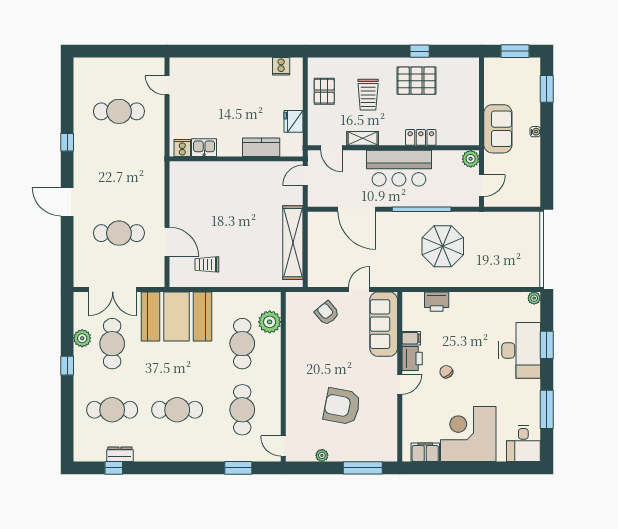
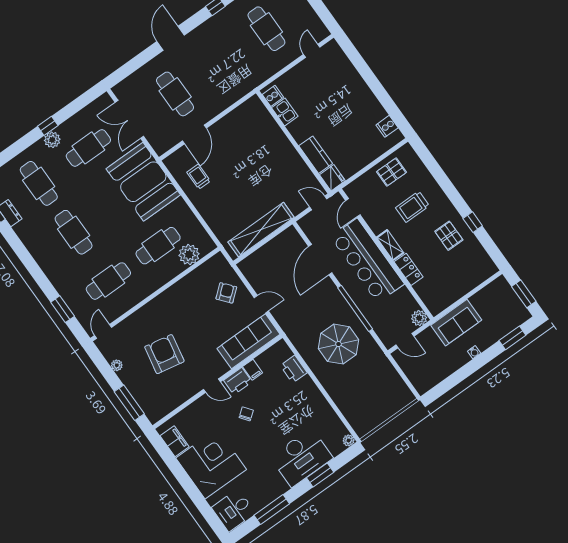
pallet: (417, 81) -> (449, 236), width x0.67, depth x0.71
fridge: (294, 121) -> (332, 178), moved, turned 90
shelving: (363, 138) -> (390, 245), moved
bar counter: (399, 168) -> (367, 260), width x1.36
plant: (82, 338) -> (52, 140), moved

